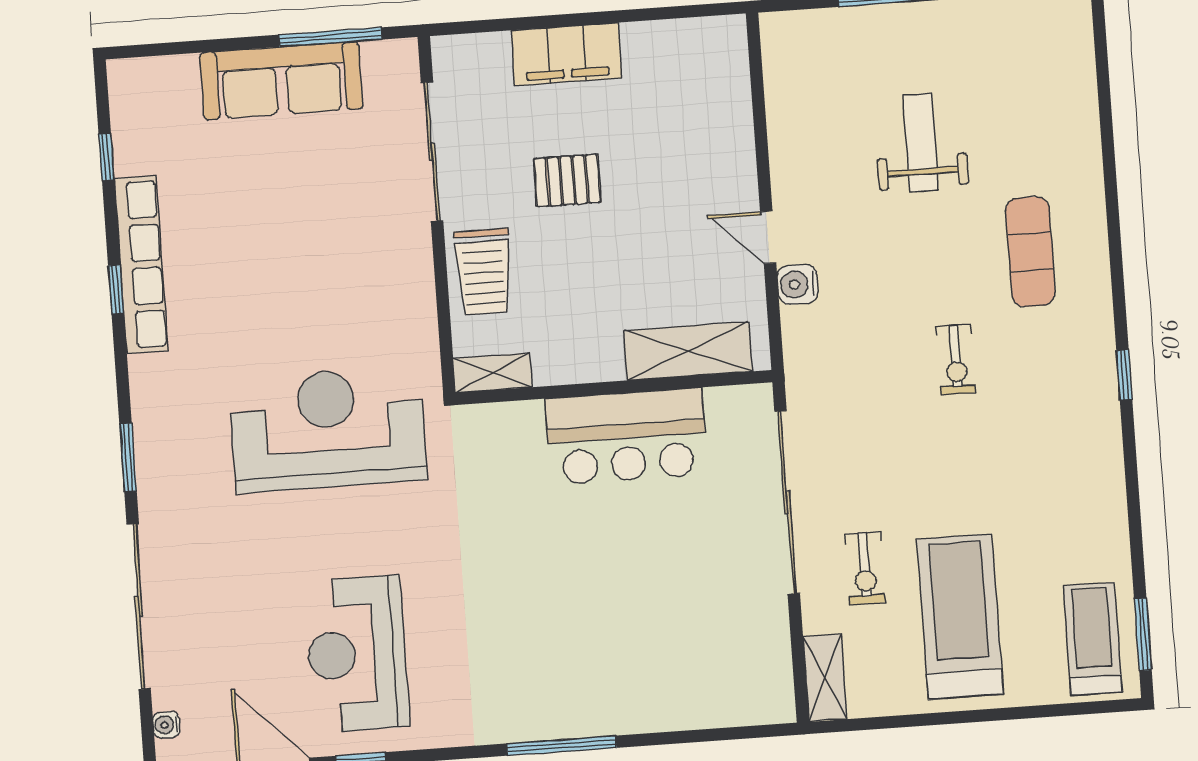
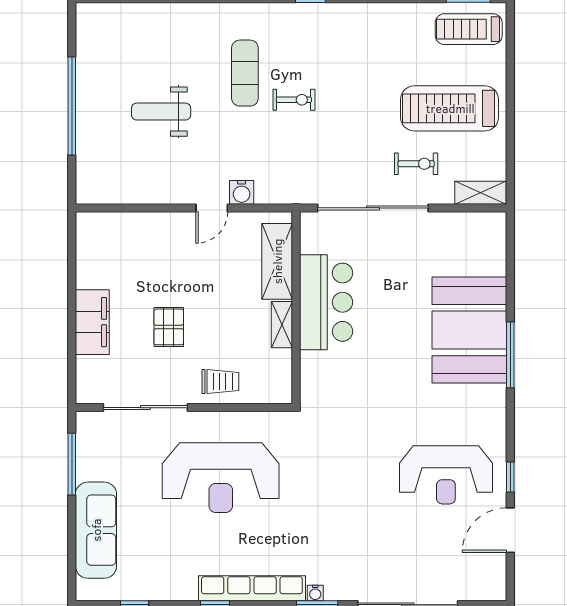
sofa: (281, 81) -> (96, 530), moved
exercise mat: (1030, 252) -> (245, 73), moved, turned 90
row of seats: (141, 265) -> (252, 588), moved
trolley: (484, 272) -> (220, 382), width x0.73, depth x0.72
shelving: (492, 373) -> (282, 325), moved
reception desk: (328, 429) -> (221, 478), moved, turned -90
booth: (598, 675) -> (469, 330), added
water cooler: (166, 725) -> (315, 593), moved

